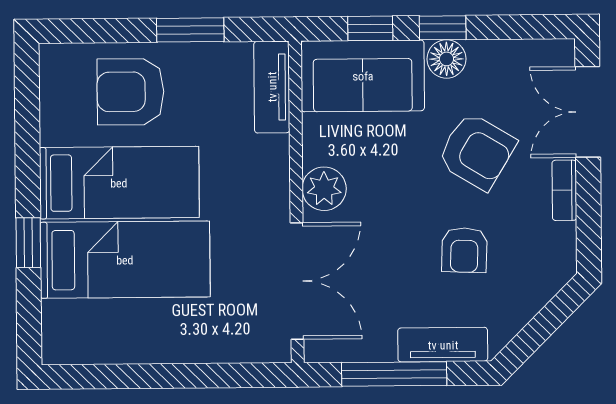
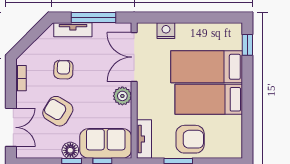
armchair: (130, 92) -> (190, 139), moved
bookcase: (564, 190) -> (21, 78), moved
window: (28, 243) -> (247, 45), moved
nightstand: (222, 345) -> (166, 31), added

